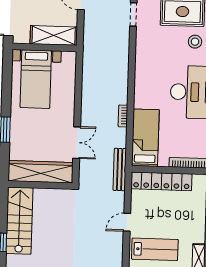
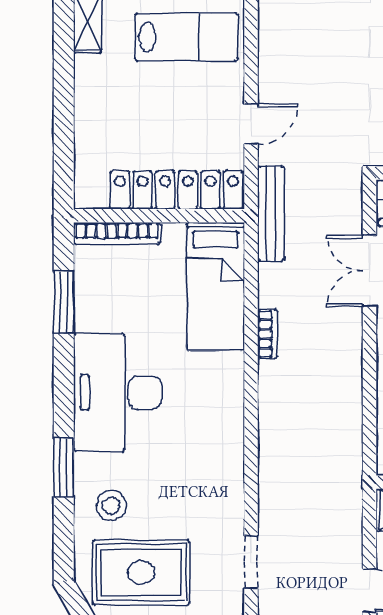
door: (127, 222) -> (251, 124), moved
lab bench: (155, 249) -> (186, 37), turned 180

